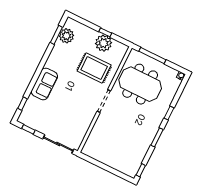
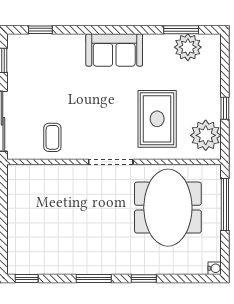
plant: (104, 43) -> (206, 135), moved
sofa: (44, 84) -> (114, 50), moved
coffee table: (78, 124) -> (52, 137), added

